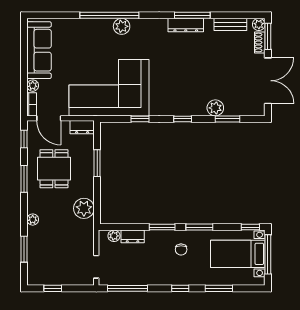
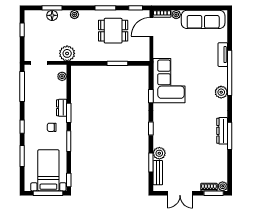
tv unit: (85, 24) -> (223, 55), added
bench: (230, 24) -> (158, 173), moved
plant: (122, 26) -> (221, 92), moved
double door: (268, 81) -> (180, 193), width x0.73
corner sofa: (109, 88) -> (169, 81), width x0.73, depth x0.74
dresser: (82, 127) -> (145, 52), removed
plant: (84, 208) -> (67, 53), moved
dresser: (133, 236) -> (62, 108), moved
floor lamp: (34, 249) -> (52, 15), added

